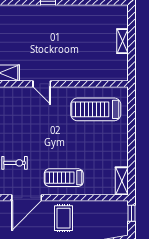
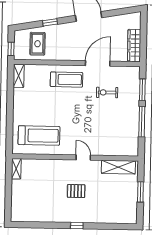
shelving: (122, 41) -> (16, 169), moved
pallet: (50, 43) -> (76, 191), added
rug: (64, 218) -> (38, 44), moved

